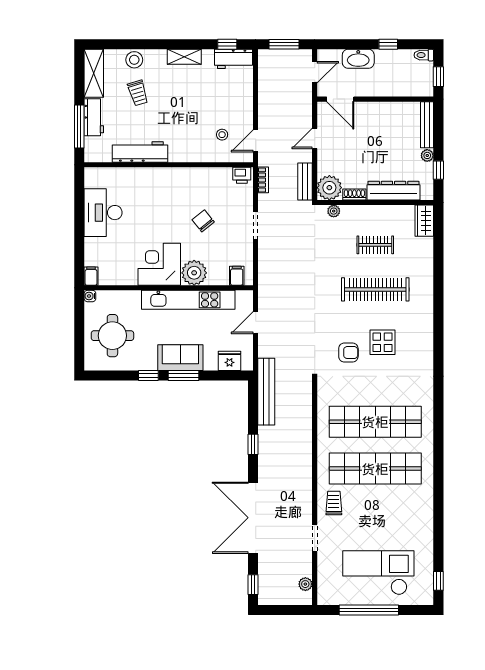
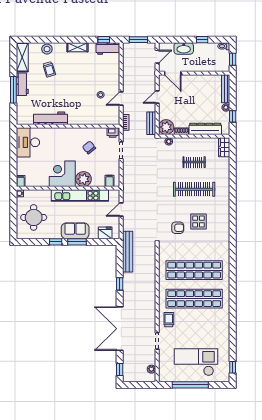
workbench: (140, 152) -> (51, 118), moved
wall: (169, 165) -> (68, 126), moved
printer: (242, 175) -> (113, 133), moved

